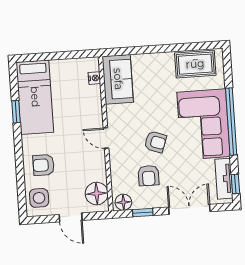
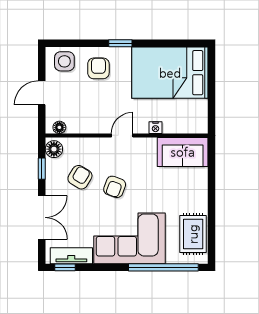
nightstand: (94, 78) -> (155, 128), moved
bed: (35, 97) -> (170, 73), width x1.50
window: (16, 112) -> (120, 43), moved
window: (231, 121) -> (163, 267), moved
armchair: (148, 176) -> (80, 177), turned 121
floor lamp: (97, 194) -> (59, 127), width x0.53, depth x0.53

